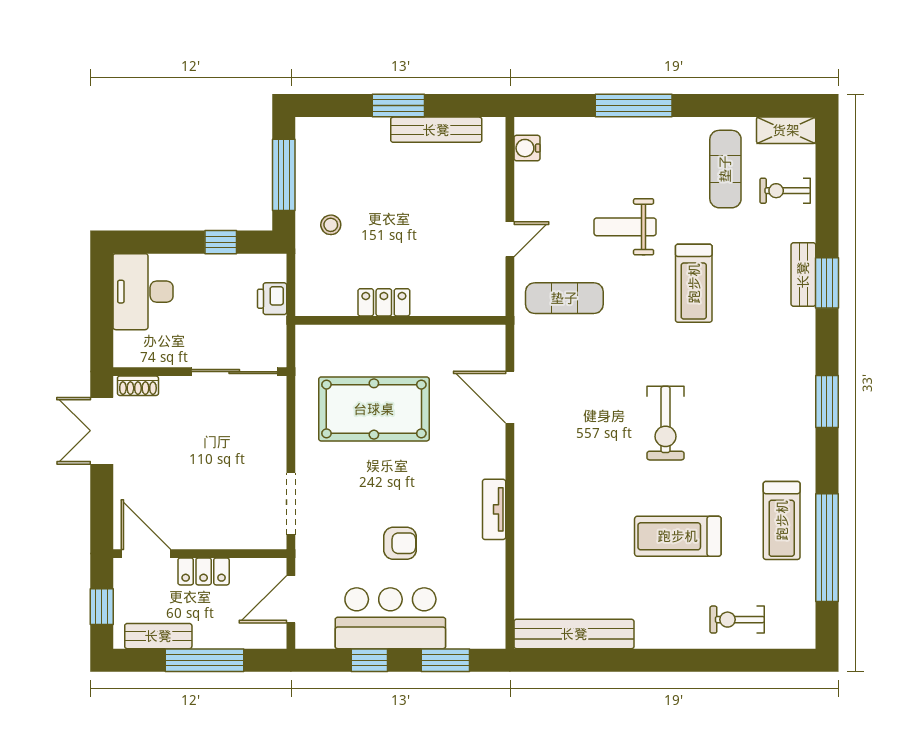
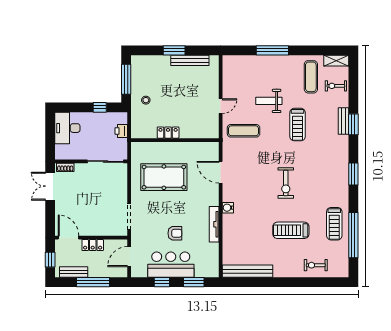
water cooler: (527, 148) -> (228, 208), moved
tv unit: (494, 509) -> (214, 224), width x1.41

